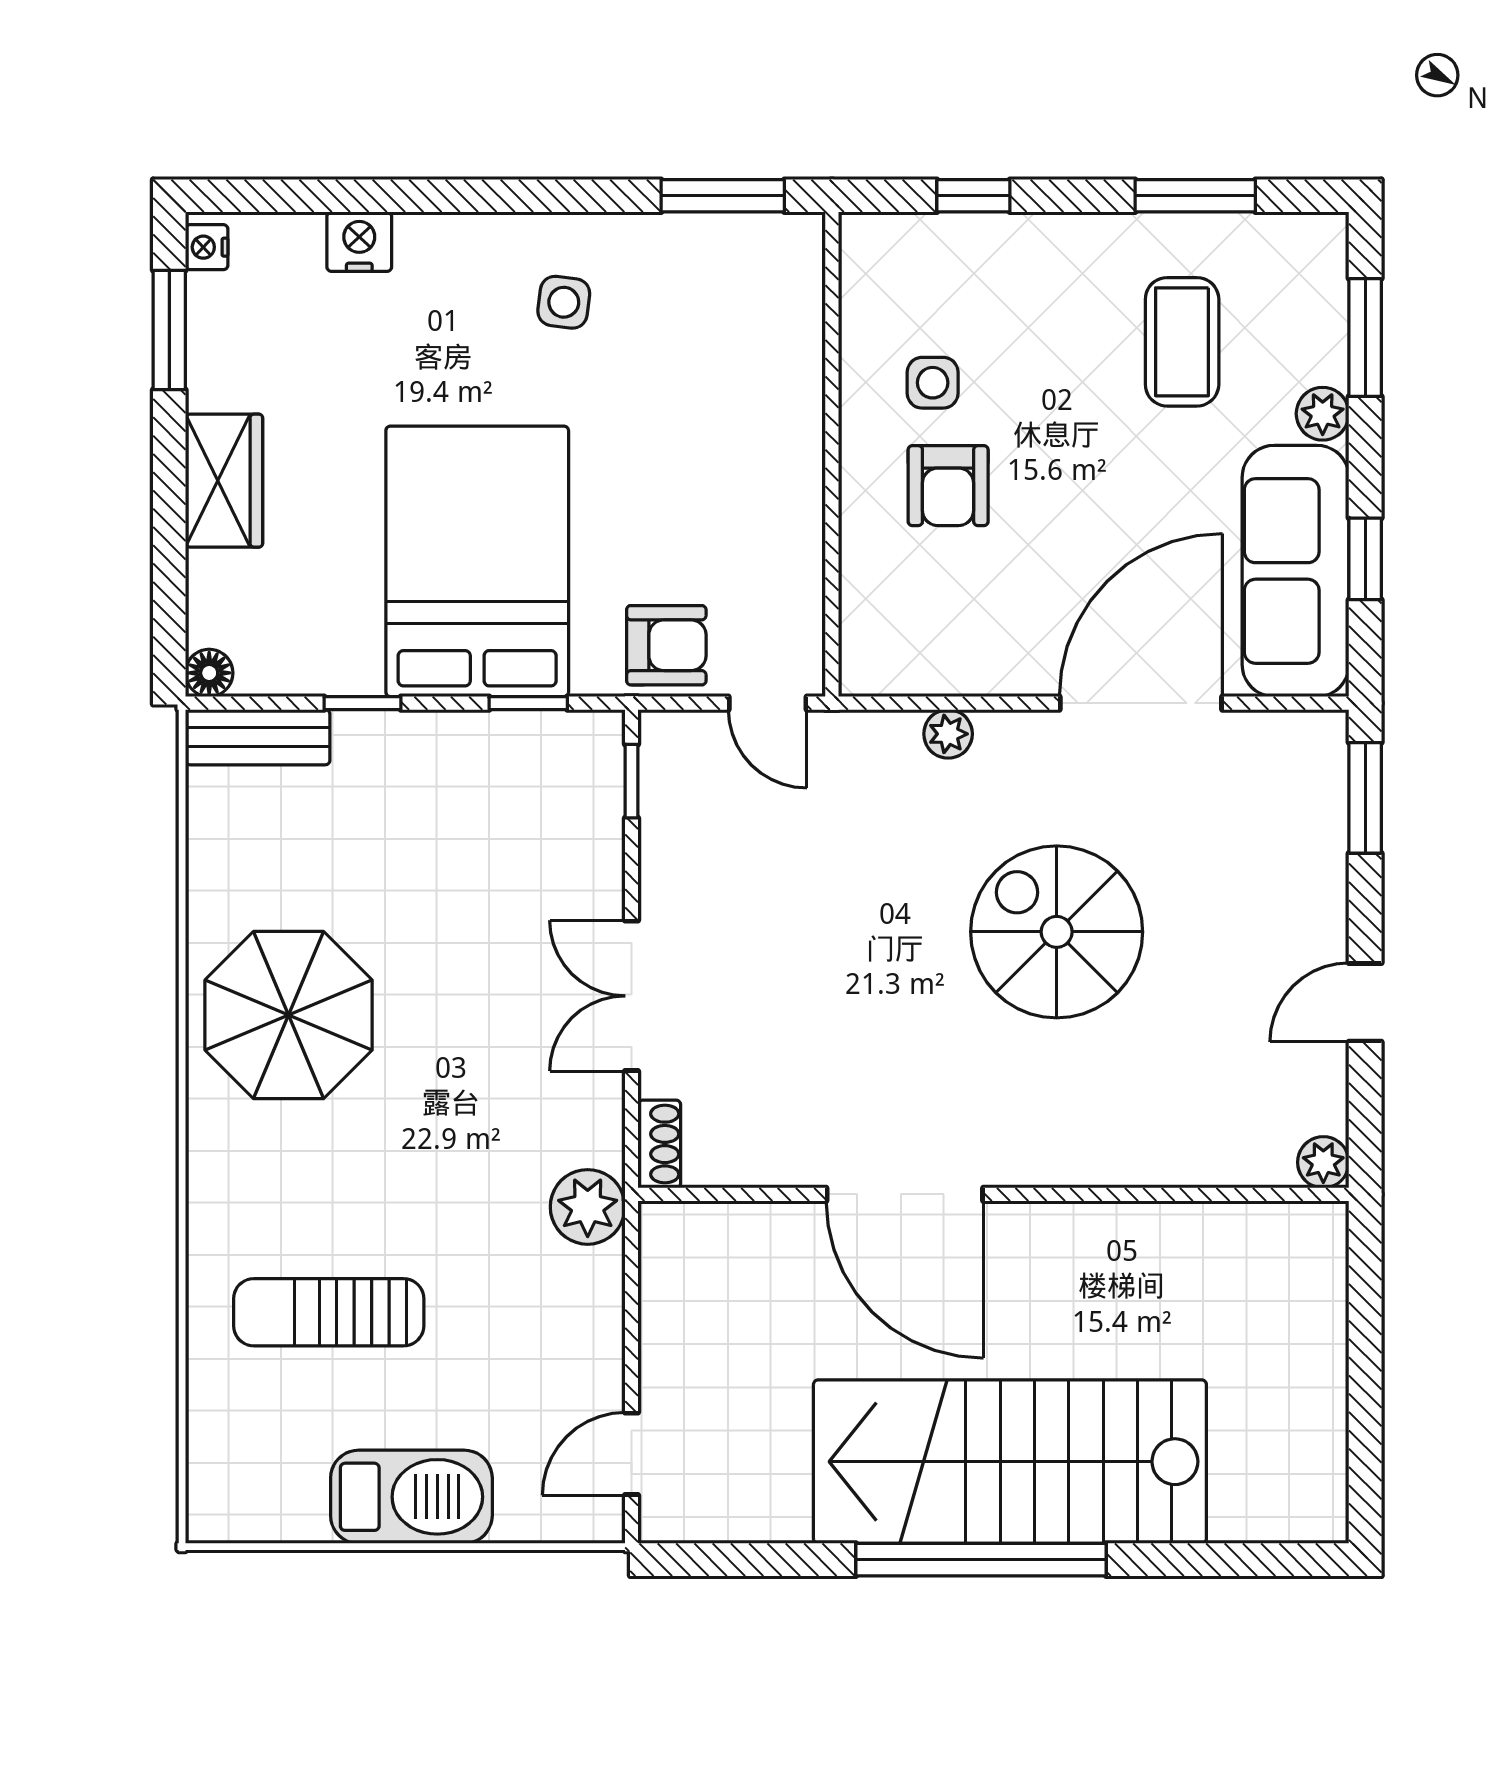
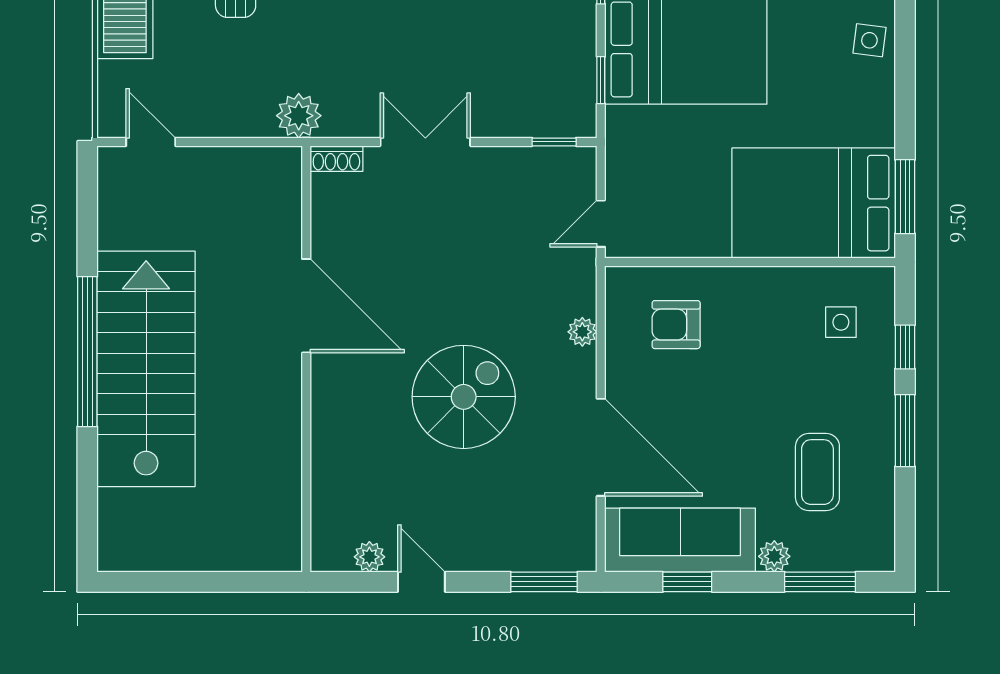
window: (1195, 196) -> (905, 431), moved
side table: (564, 302) -> (869, 40), moved
coffee table: (1182, 342) -> (817, 472), turned 90
bed: (733, 348) -> (814, 203), added
side table: (933, 383) -> (841, 322), moved
armchair: (948, 486) -> (676, 325), moved
armchair: (666, 645) -> (635, 163), removed
plant: (1323, 1162) -> (369, 557), moved
door: (905, 1194) -> (306, 306), swing flipped

